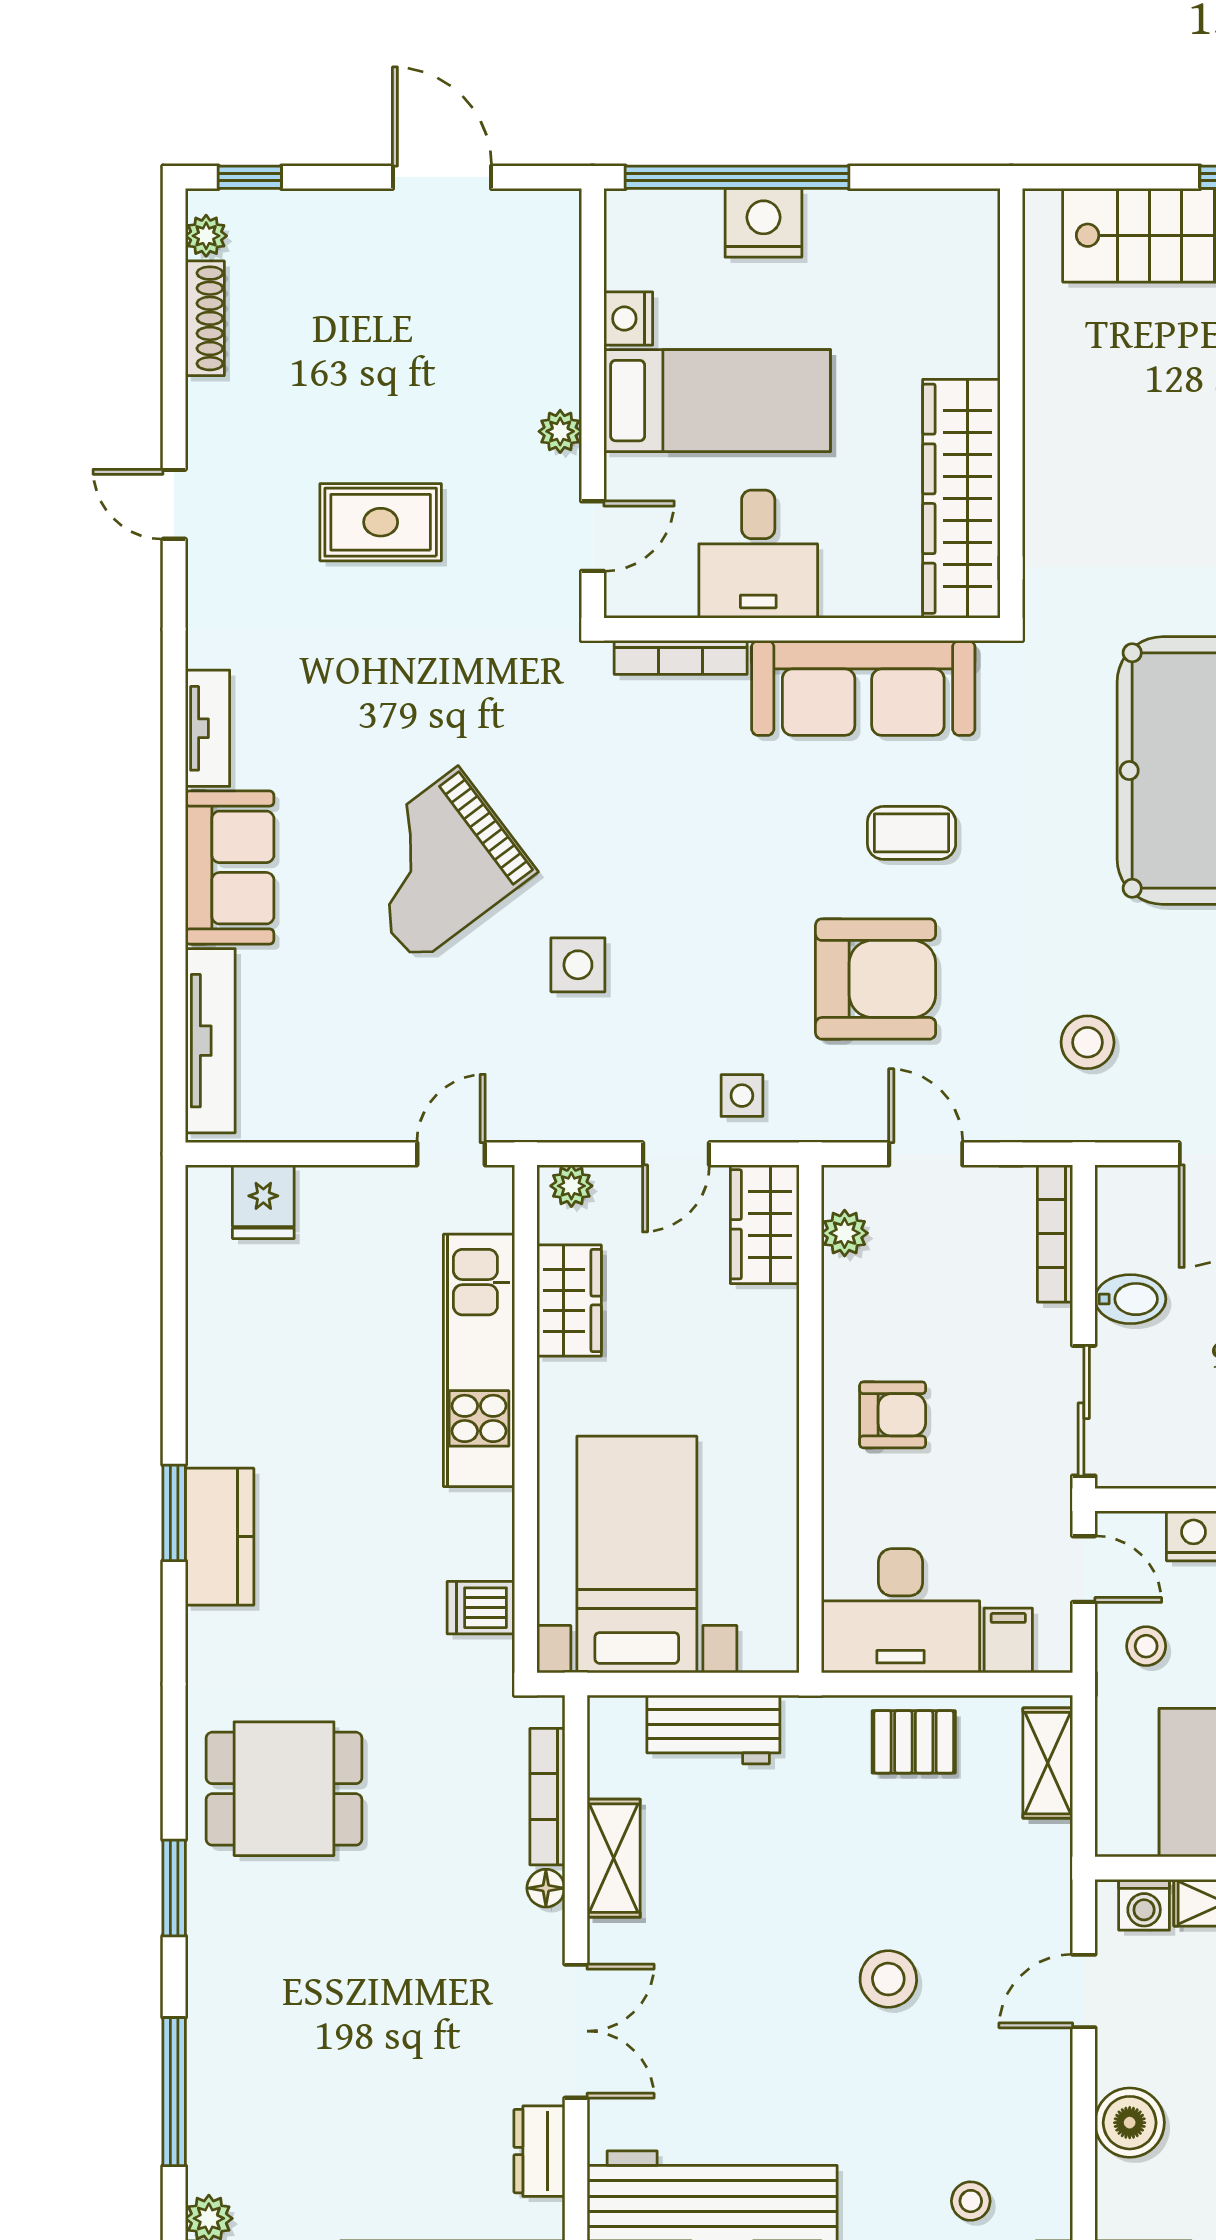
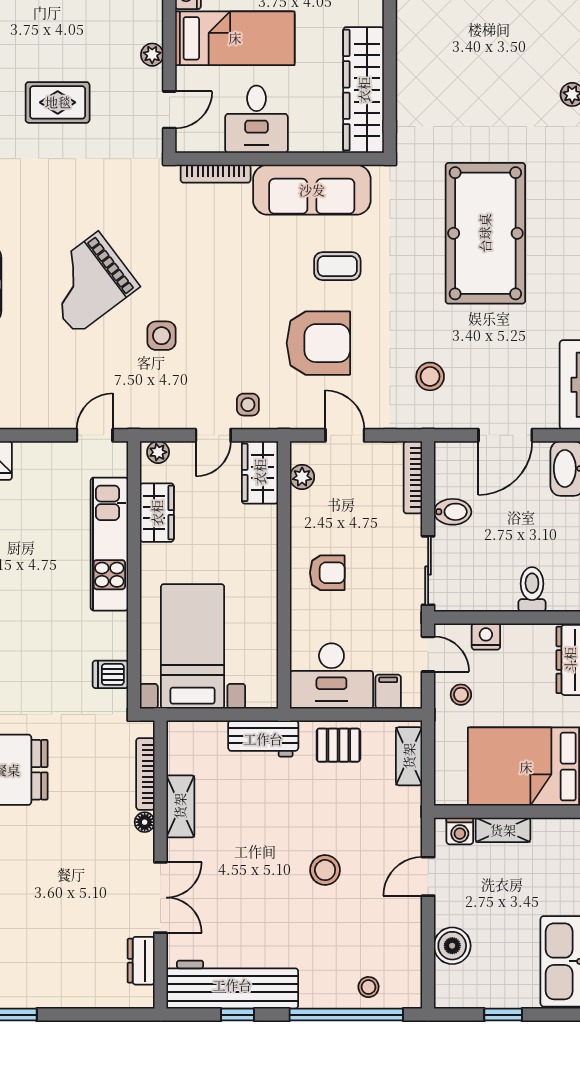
workbench: (713, 1730) -> (263, 739), moved

